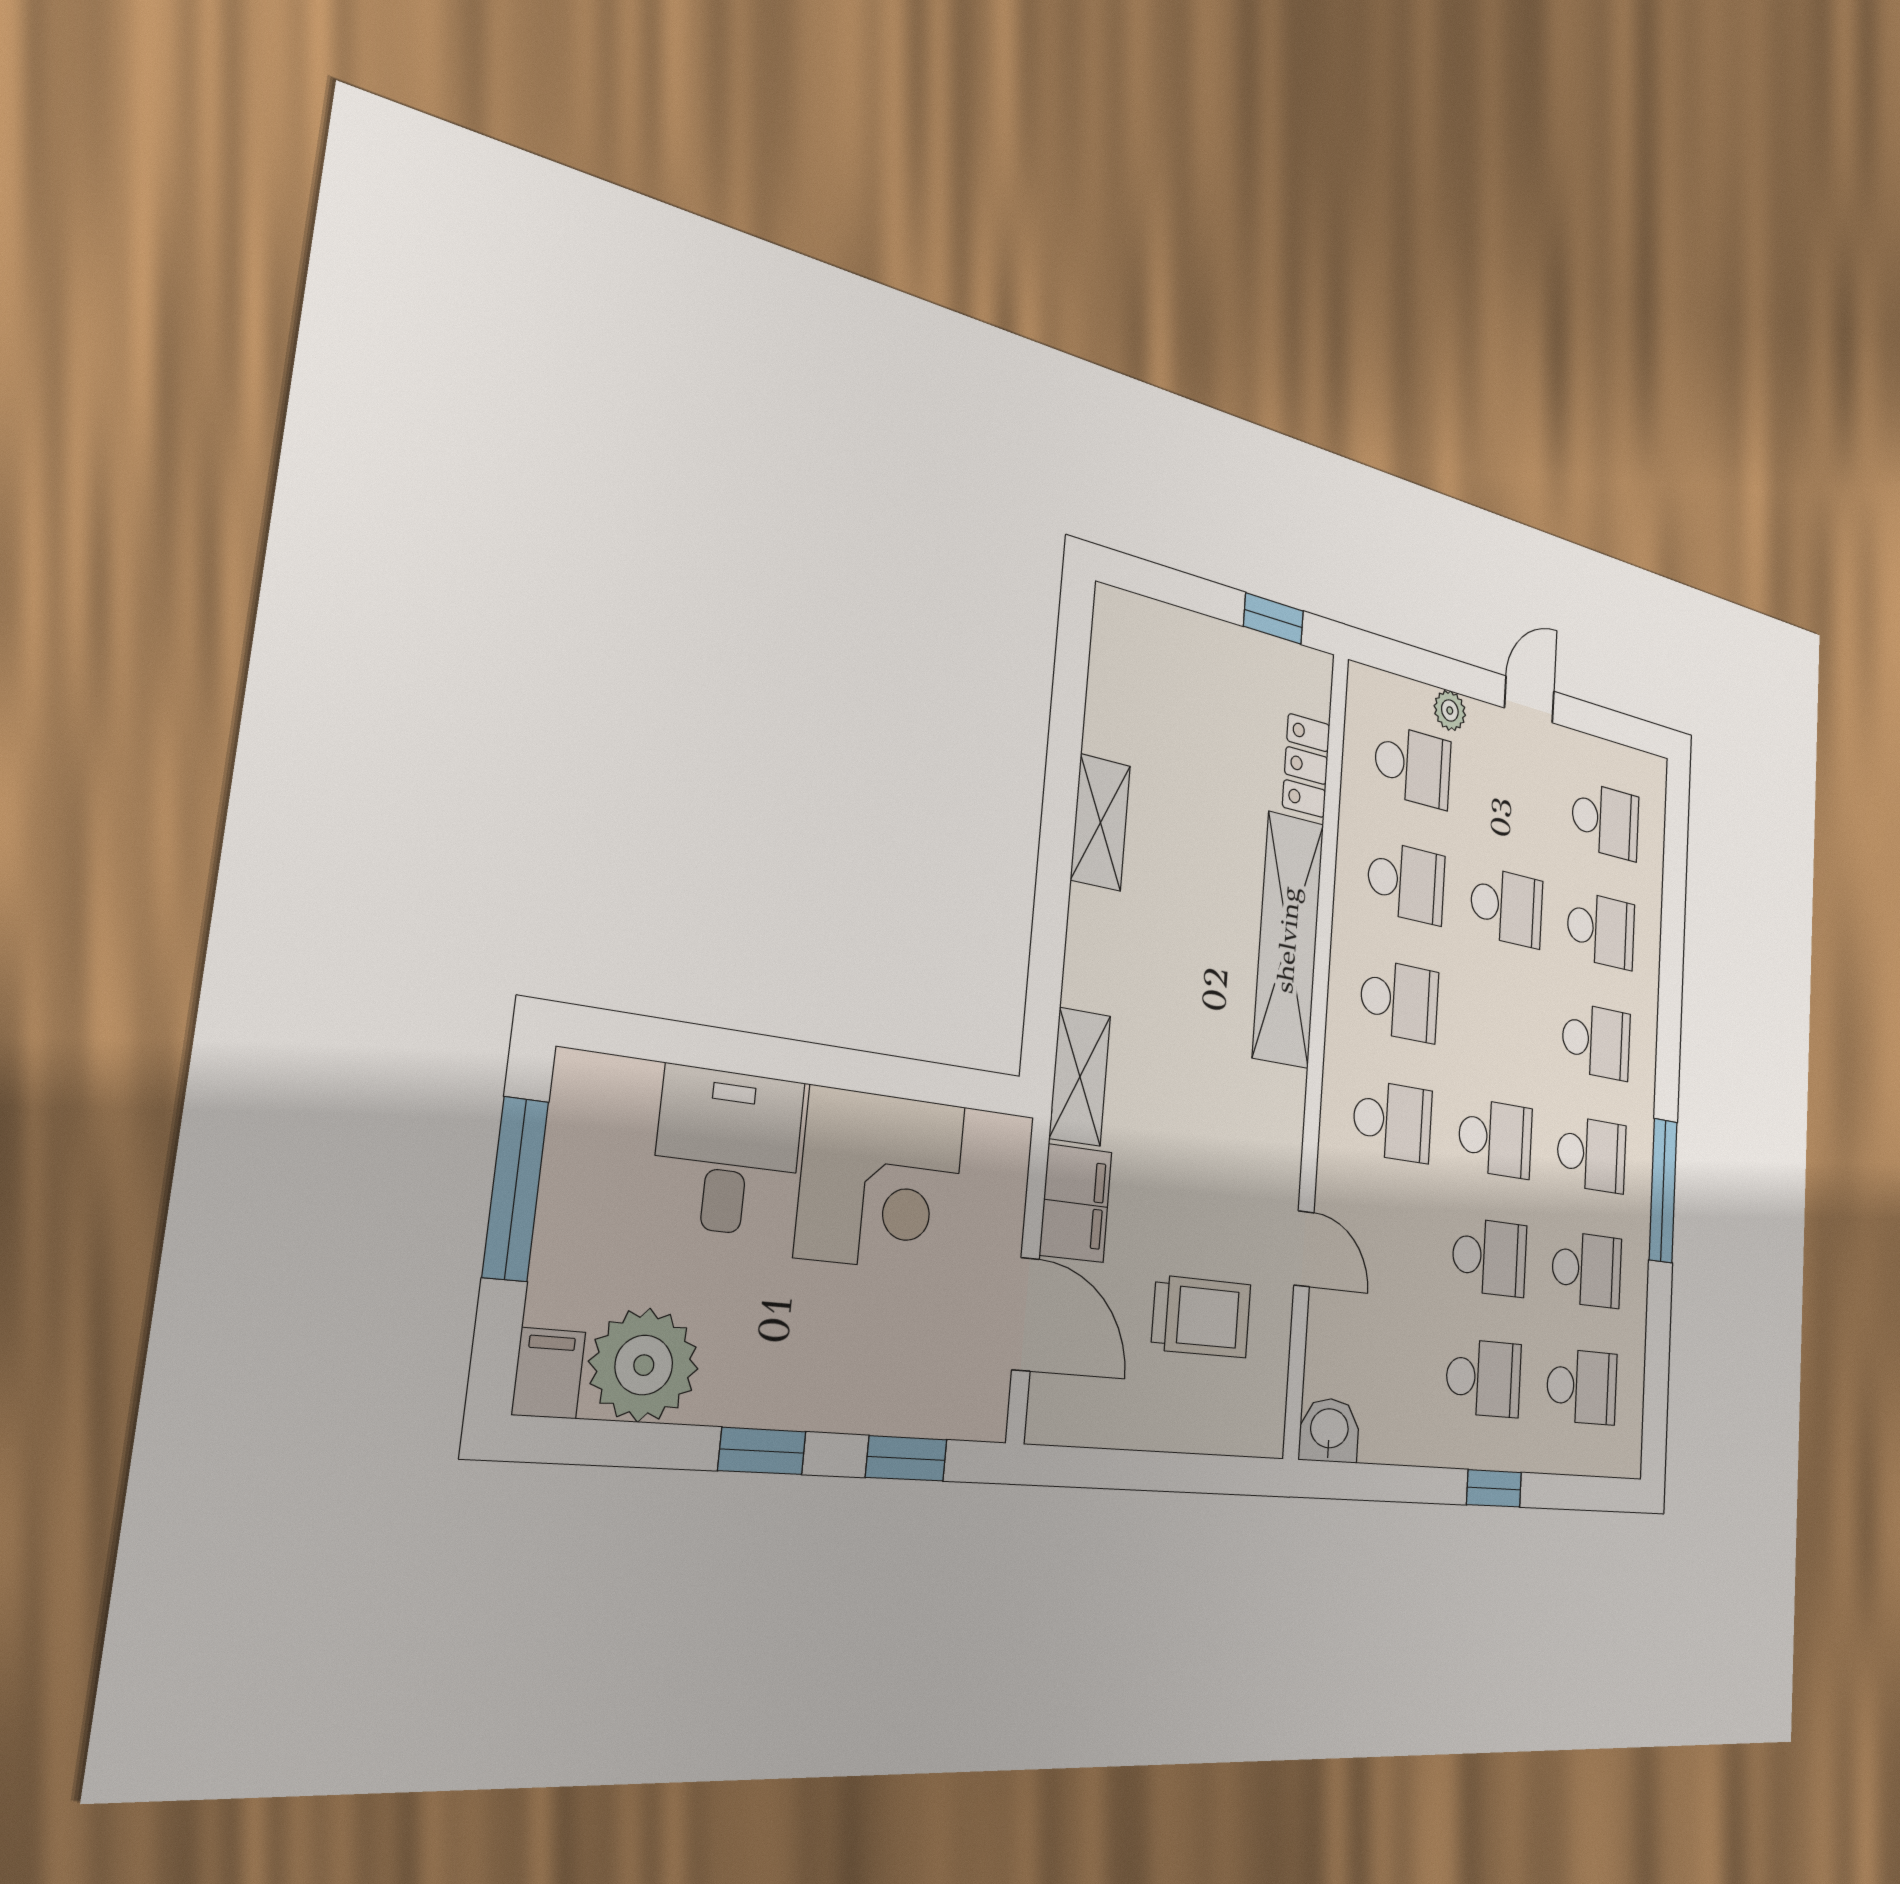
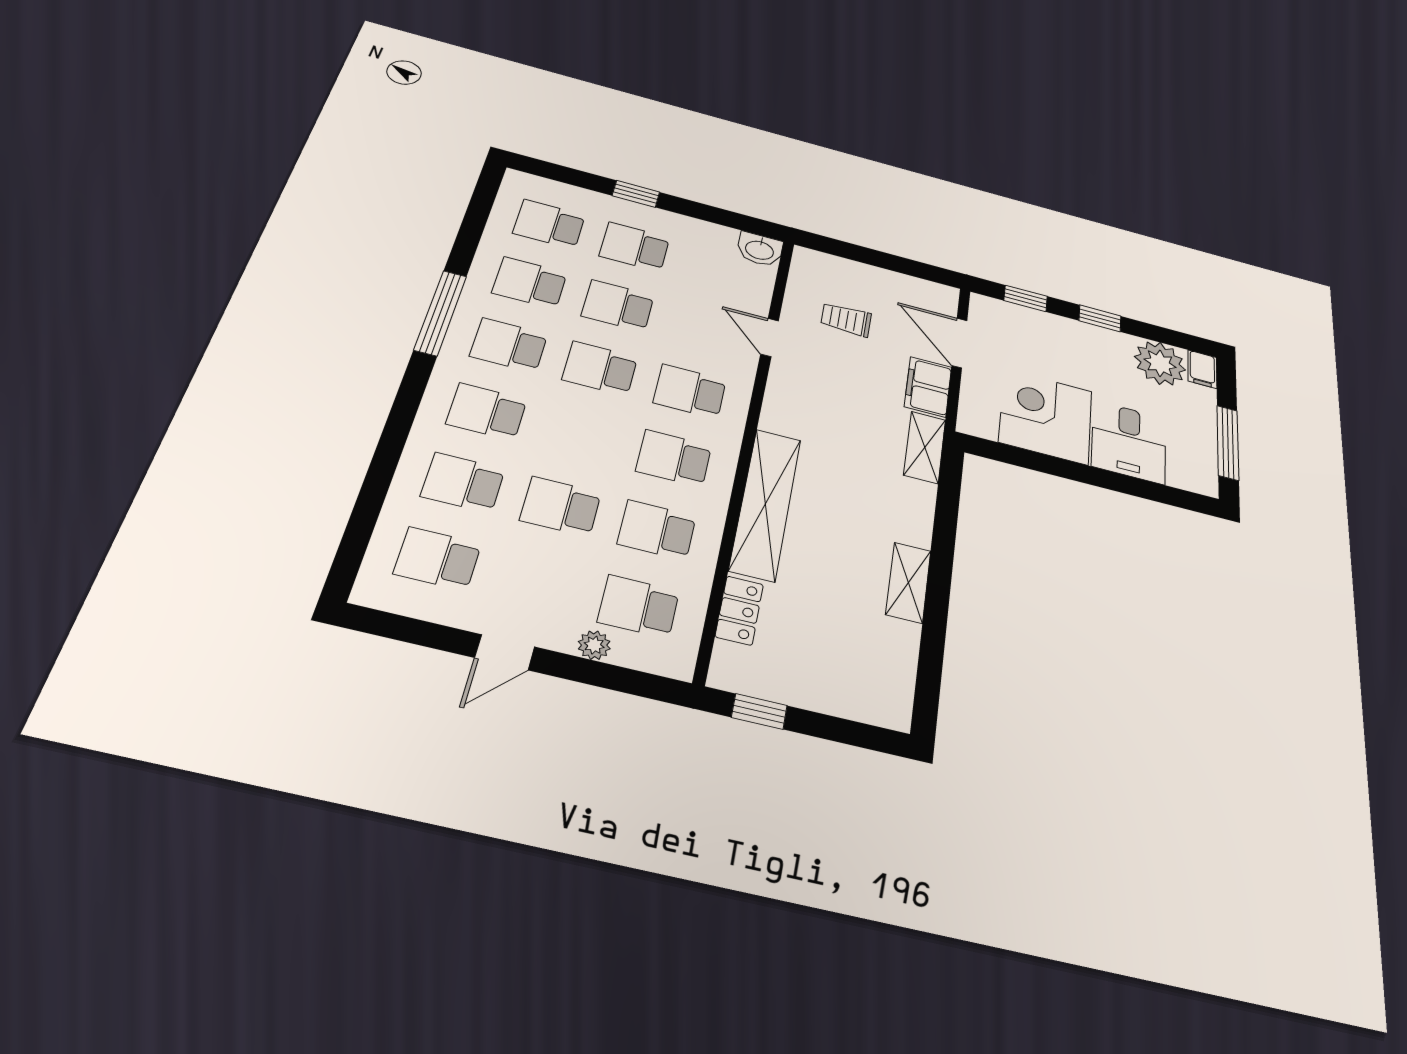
trolley: (1201, 1317) -> (846, 320), width x0.73, depth x0.72

